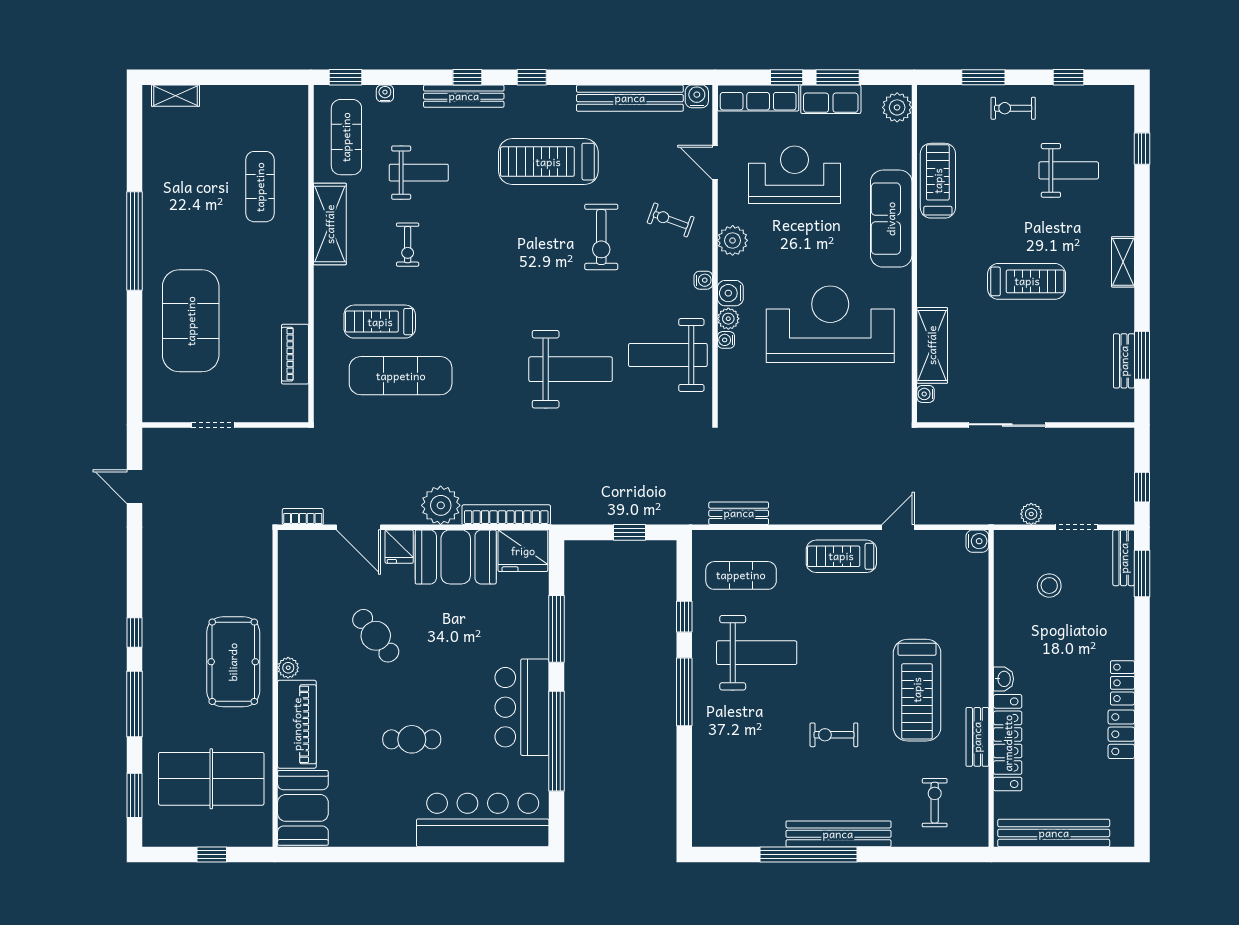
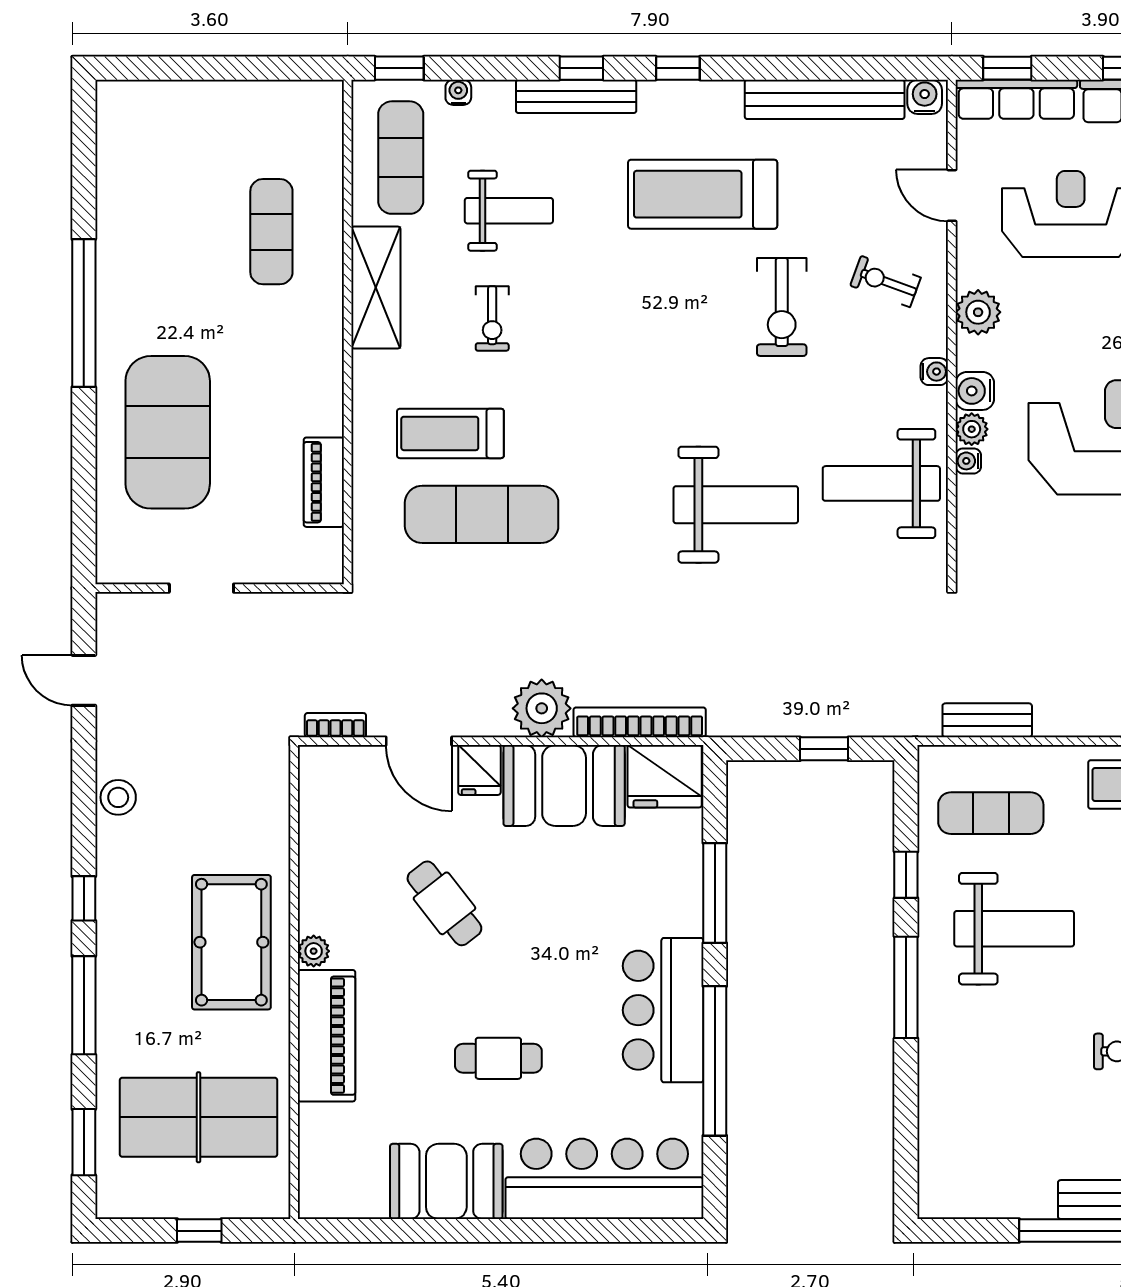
window: (787, 77) -> (1007, 68), moved
shelving: (176, 96) -> (145, 96), removed
stool: (158, 565) -> (118, 797), added
booth: (303, 808) -> (446, 1181), moved, turned 90

